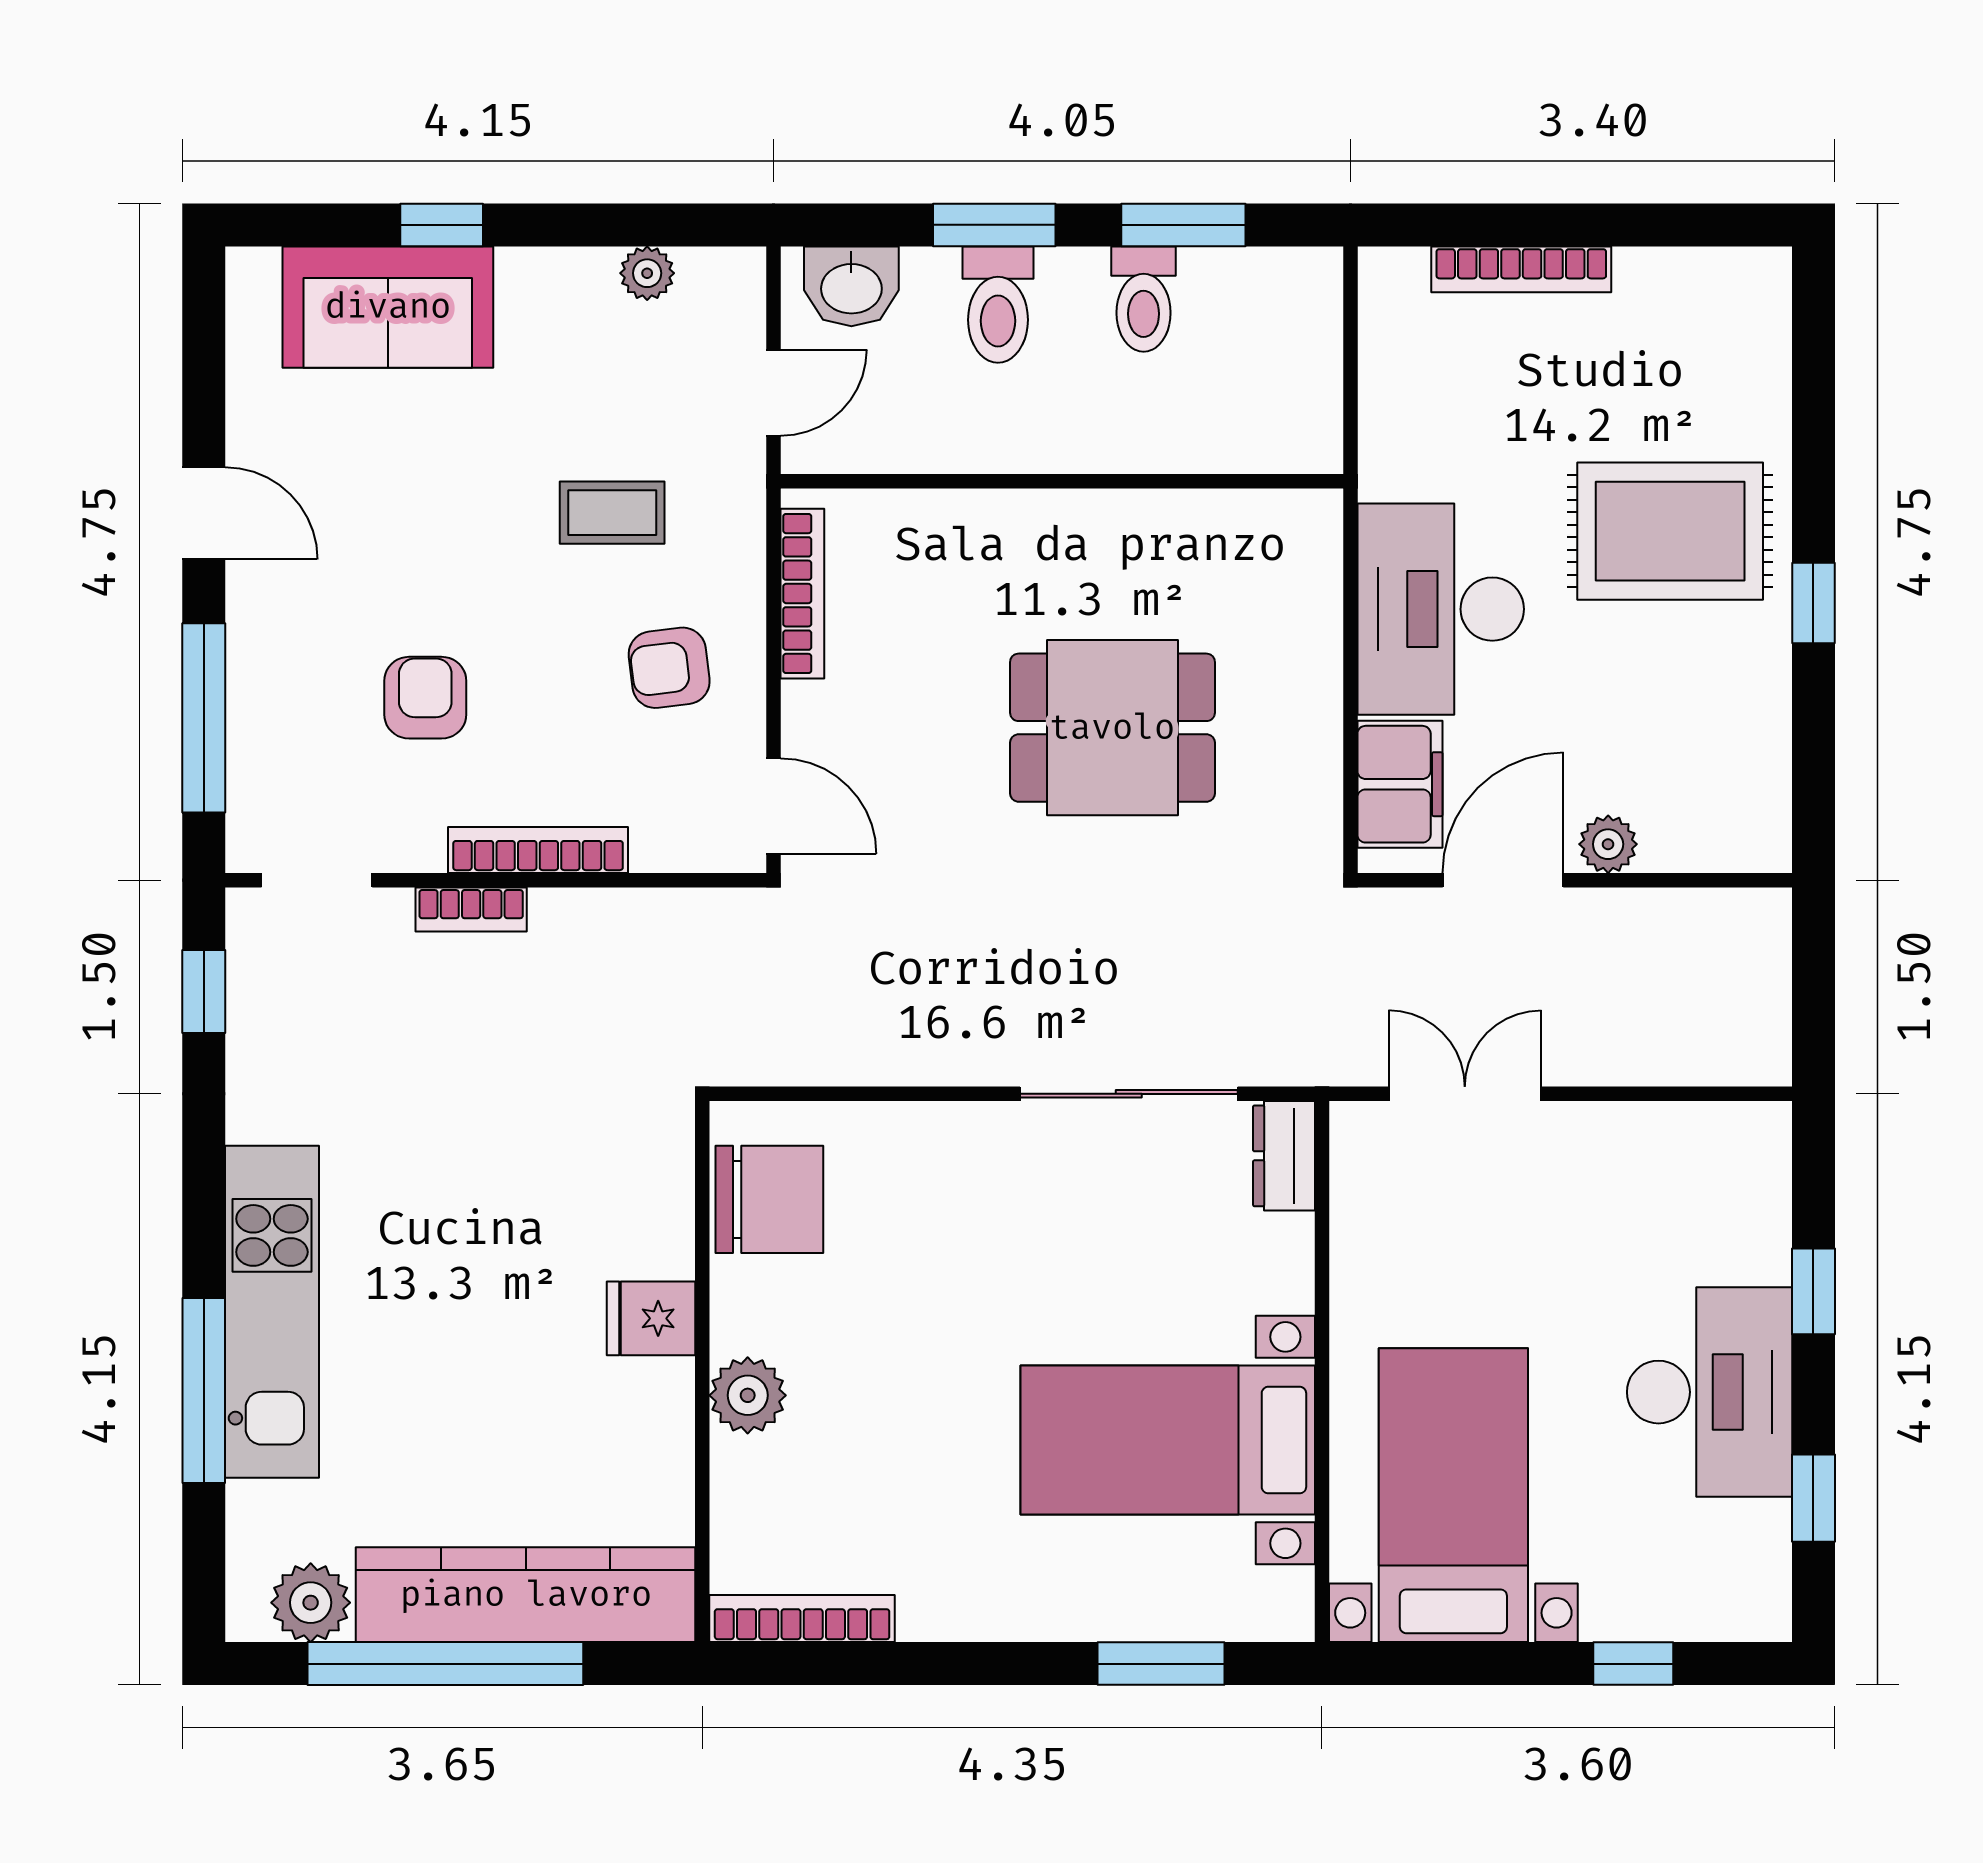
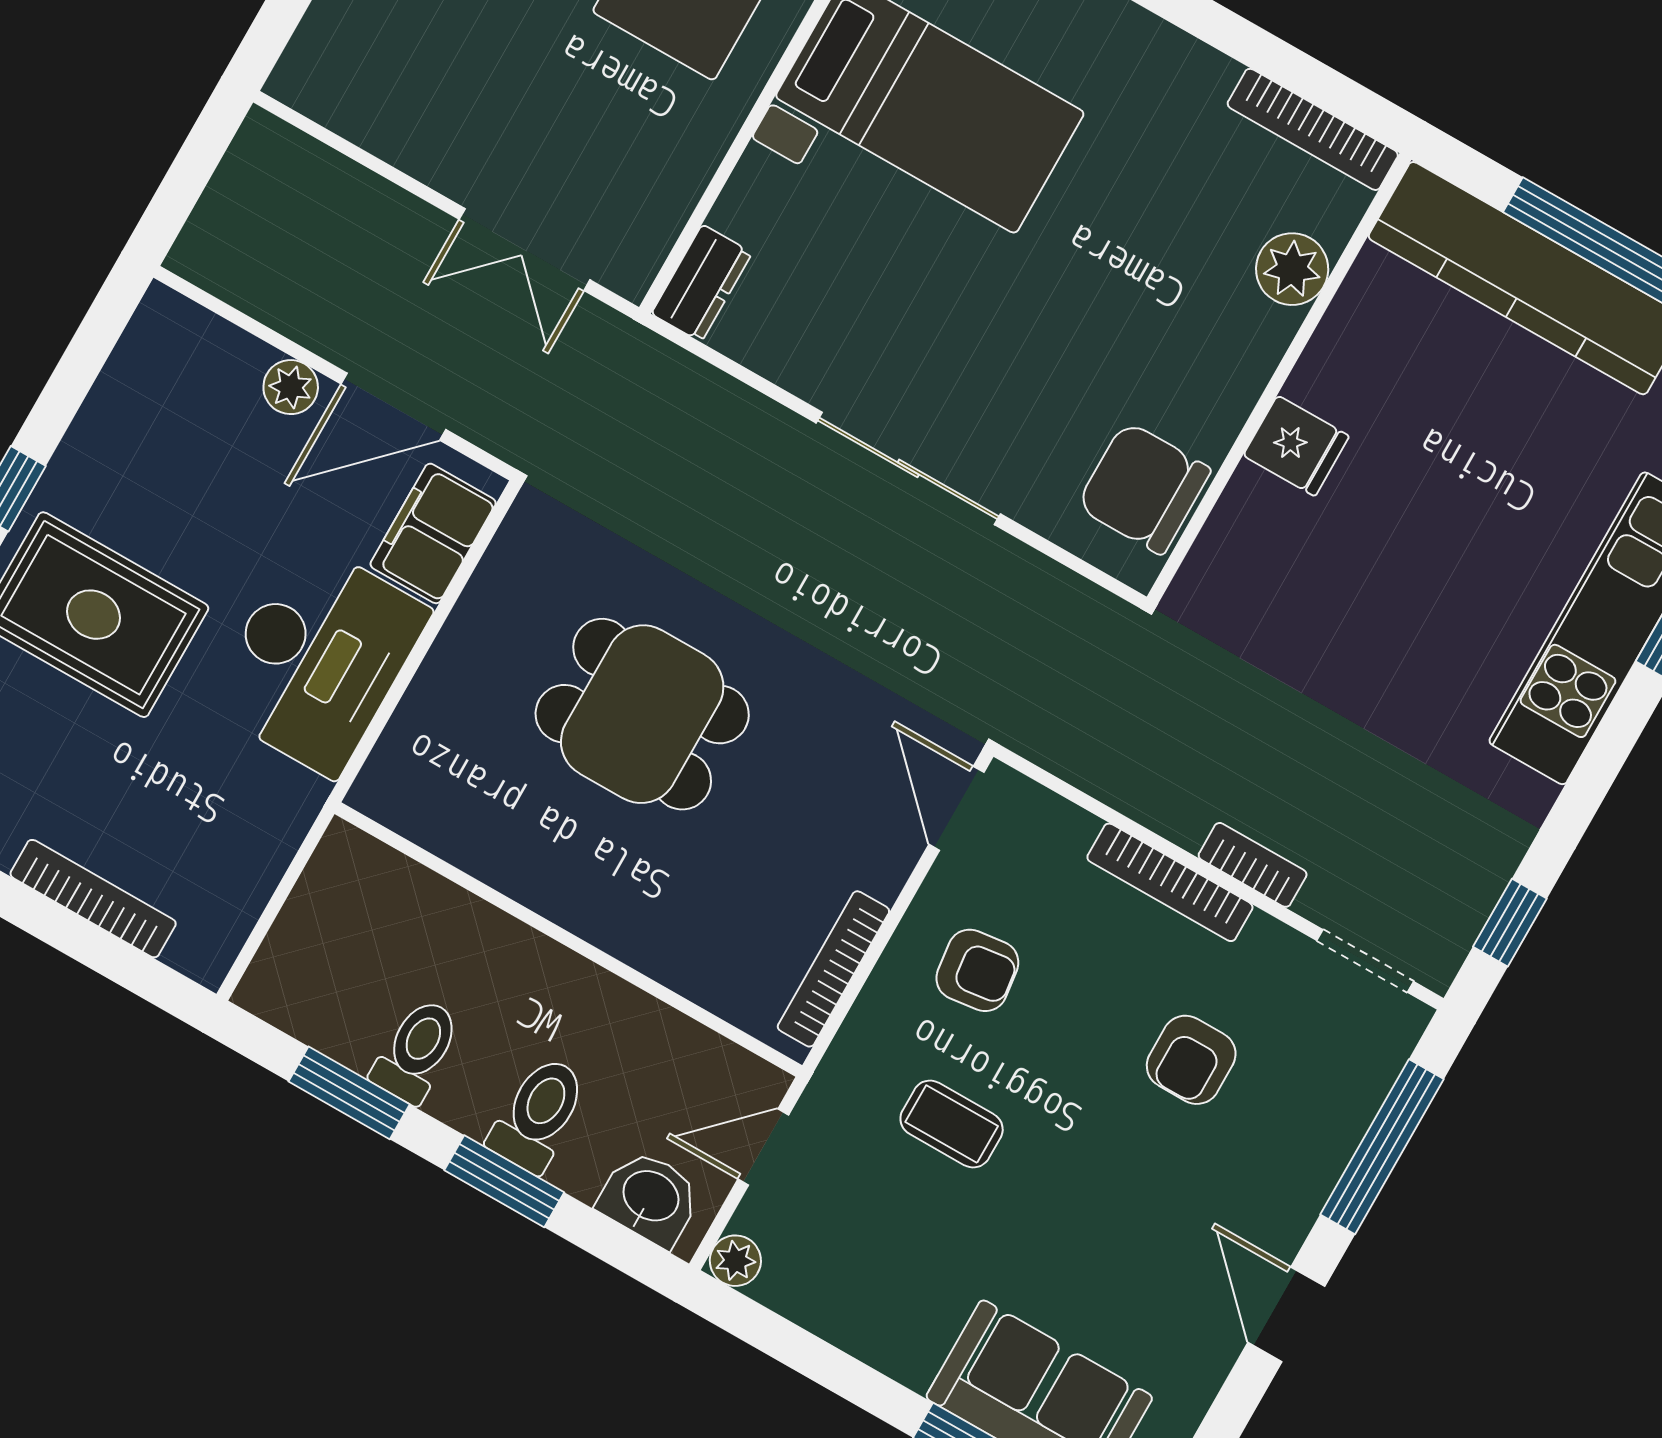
plant: (647, 273) -> (735, 1261), moved
sliding door: (1129, 1094) -> (908, 468), moved
plant: (748, 1395) -> (1292, 269), moved

